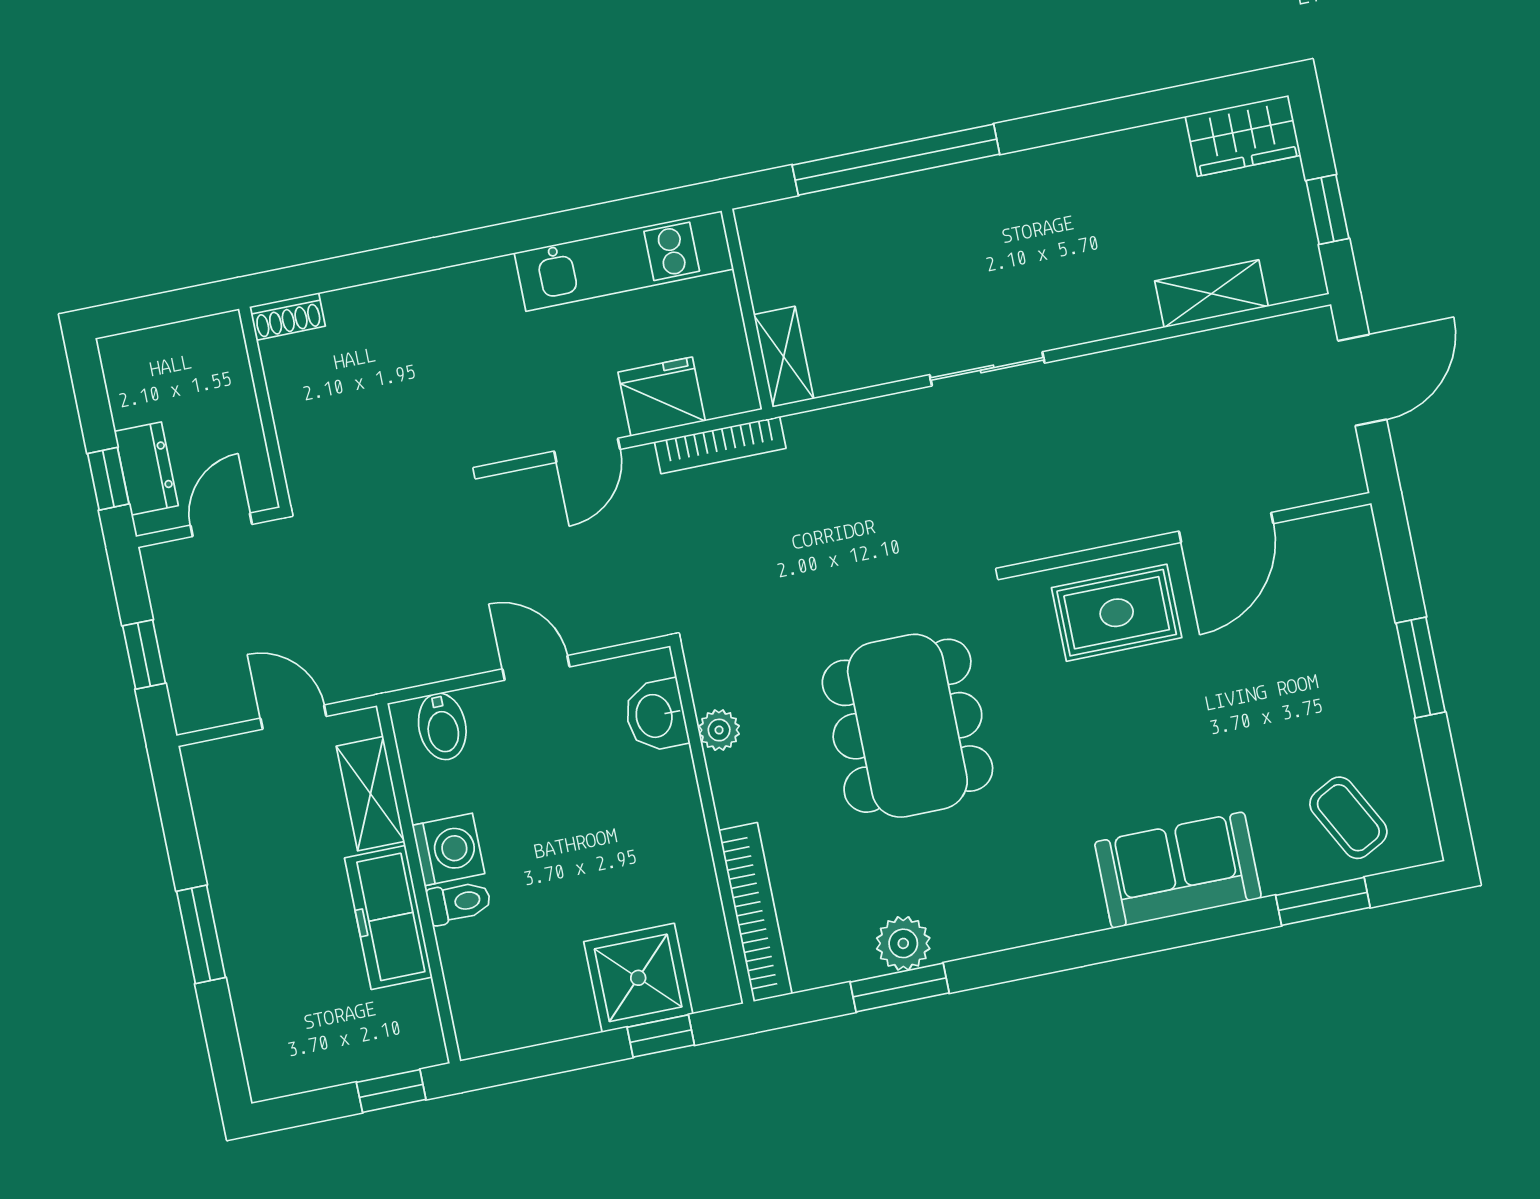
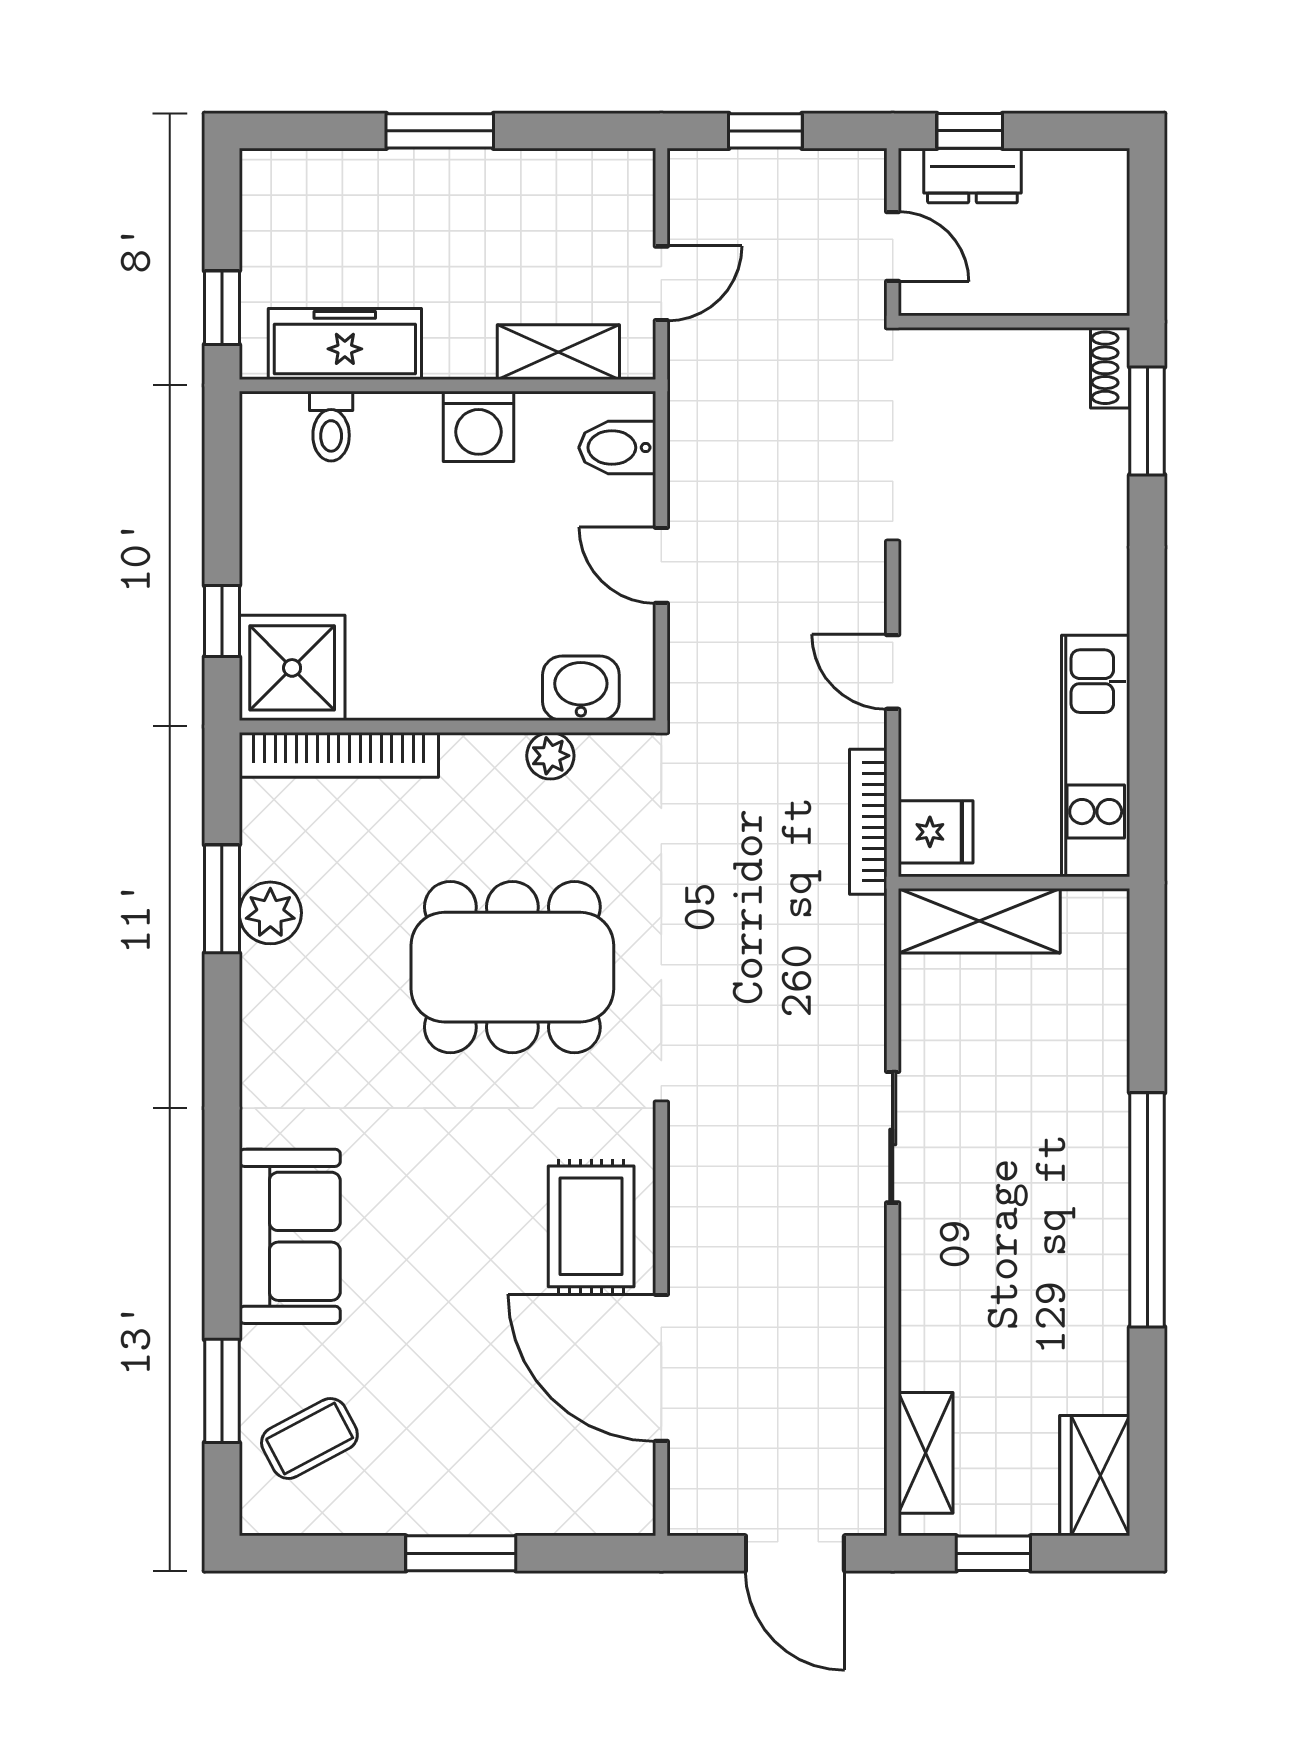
window: (896, 160) -> (1147, 1210), moved
window: (327, 275) -> (1147, 421), added
shelving: (1211, 294) -> (926, 1453), moved
shelving: (784, 357) -> (979, 921), width x1.50, depth x1.33
fridge: (662, 397) -> (936, 832), moved, width x0.72
door: (1226, 527) -> (661, 1368), width x1.36
door: (536, 668) -> (661, 565), swing flipped
toilet: (459, 902) -> (331, 426), moved
freezer: (388, 917) -> (345, 344), moved
shower: (638, 978) -> (292, 668), moved

